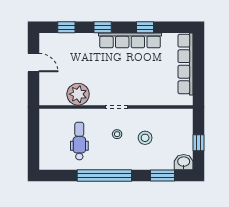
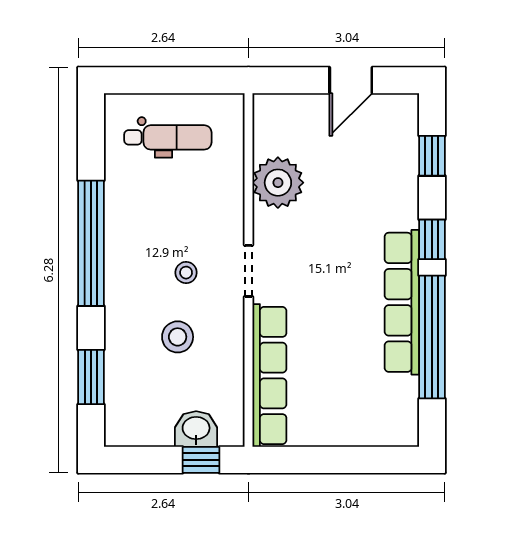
window: (145, 27) -> (432, 337), width x3.17
row of seats: (185, 64) -> (269, 375), moved, turned 90
dental chair: (79, 141) -> (168, 137), moved
window: (198, 143) -> (201, 460), moved
washbasin: (184, 162) -> (196, 429), moved, turned -90

